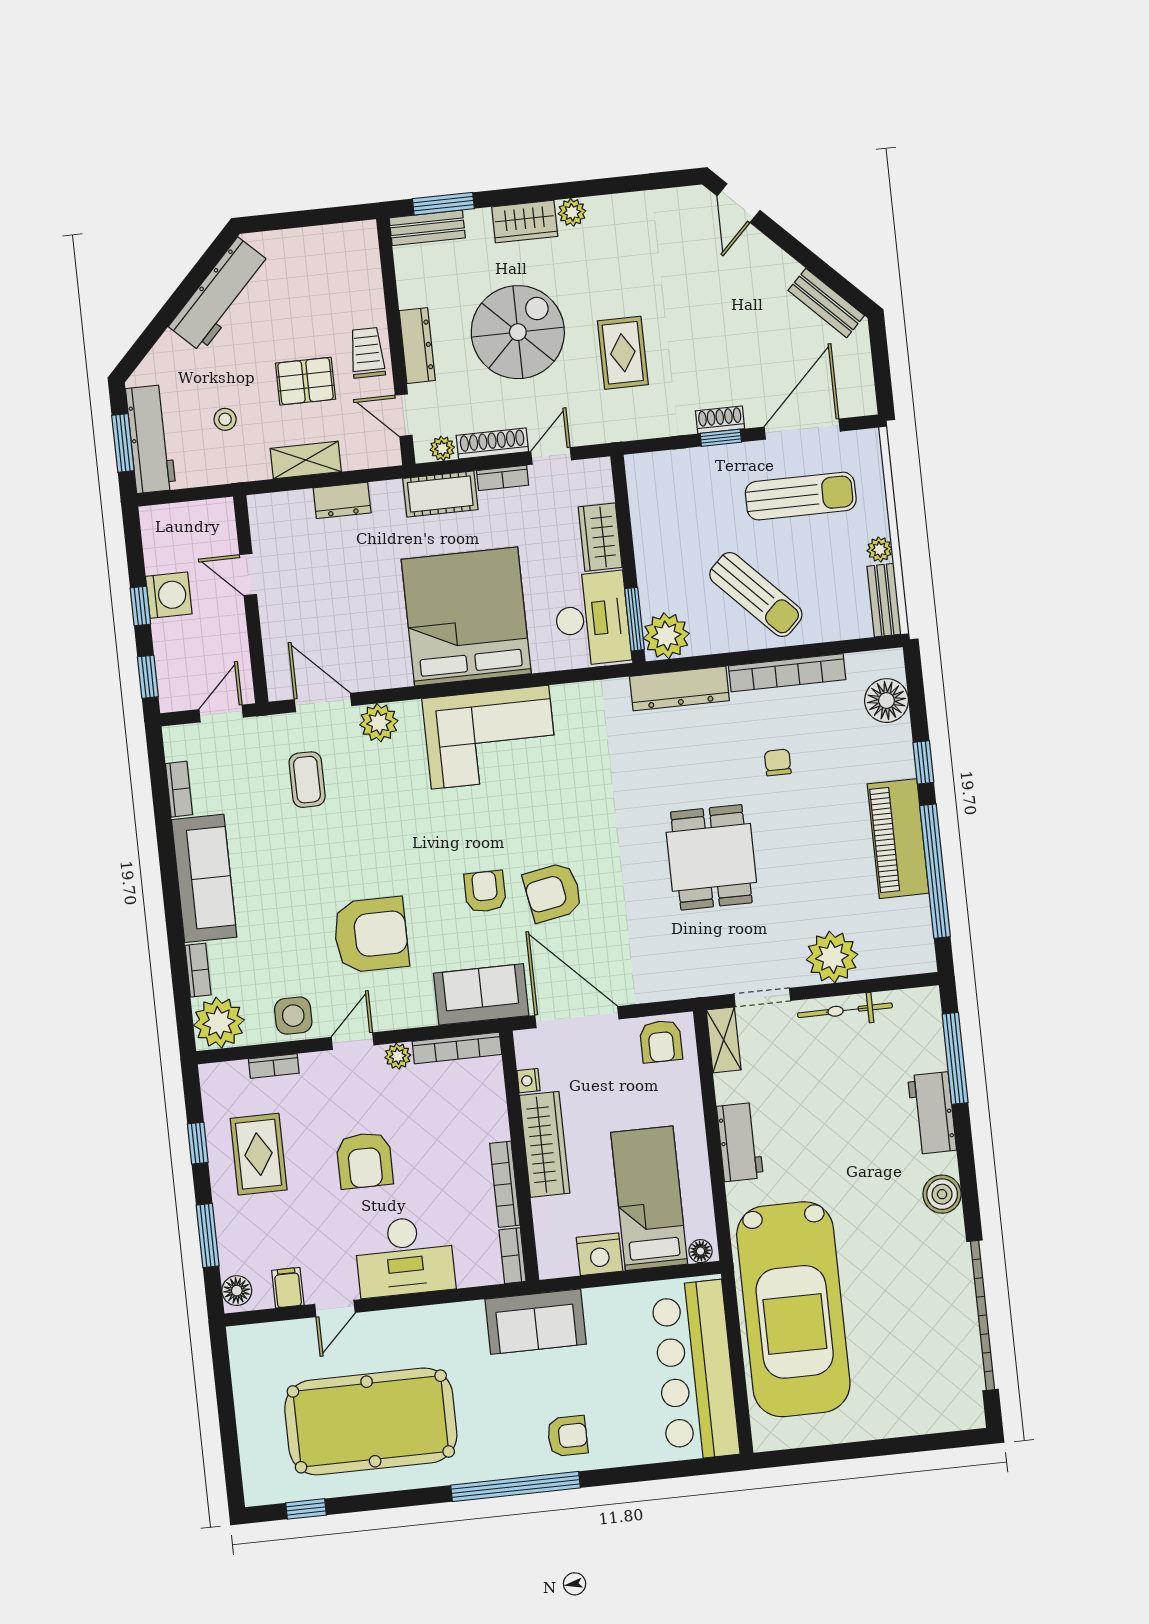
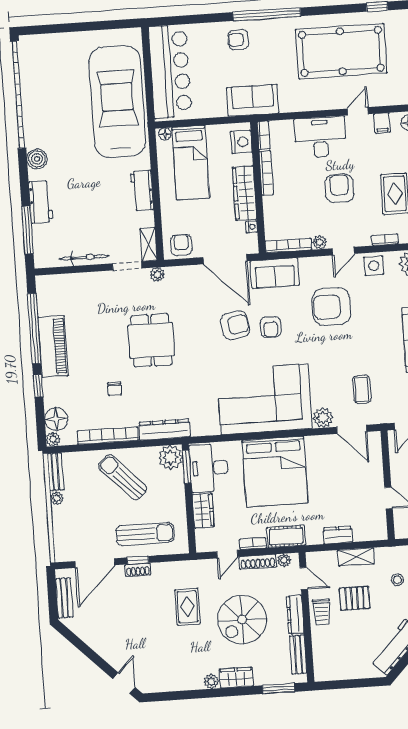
bench: (427, 228) -> (298, 655), moved, turned 90
bench: (826, 303) -> (64, 598), moved, turned 45
sun lounger: (801, 496) -> (145, 534), moved, turned 180
plant: (891, 662) -> (53, 439), added
corner sofa: (490, 737) -> (264, 399), width x1.36, depth x1.36
plant: (832, 957) -> (157, 275), moved, width x0.53, depth x0.53
nightstand: (600, 1254) -> (241, 142), moved, turned 90
garage door: (983, 1315) -> (18, 95), width x1.36

